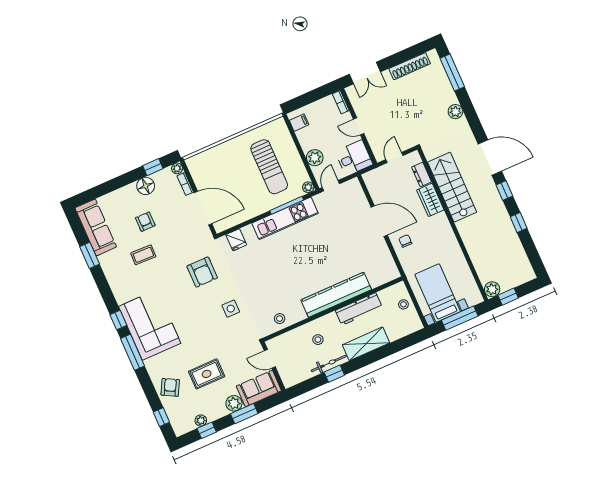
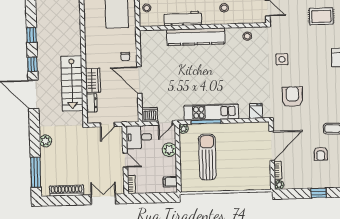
window: (153, 167) -> (319, 193), moved
floor lamp: (146, 186) -> (309, 181), removed
dishwasher: (352, 188) -> (150, 114), added
door: (203, 208) -> (272, 146), swing flipped

